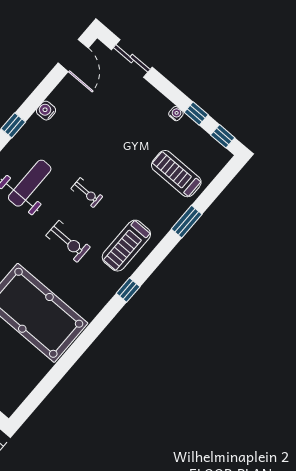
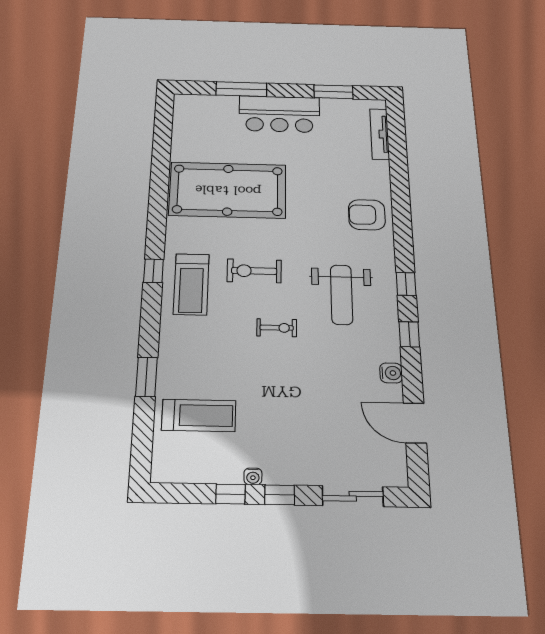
door: (73, 55) -> (415, 423), moved
window: (223, 136) -> (280, 495), moved
exercise bike: (87, 193) -> (277, 328), turned 180
treadmill: (126, 246) -> (191, 284), moved, turned 180

